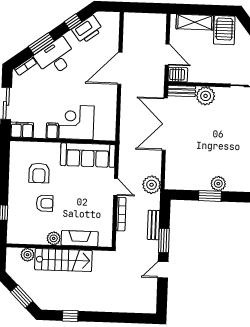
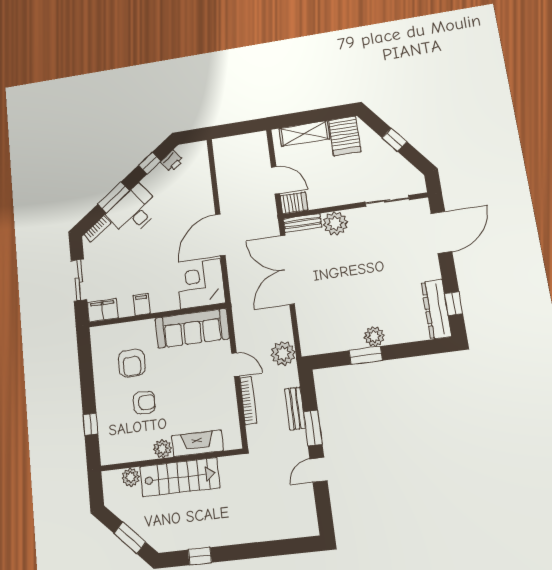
printer: (87, 30) -> (172, 161), width x0.53, depth x0.68
door: (120, 68) -> (220, 235), moved
corner desk: (76, 122) -> (201, 284), moved

